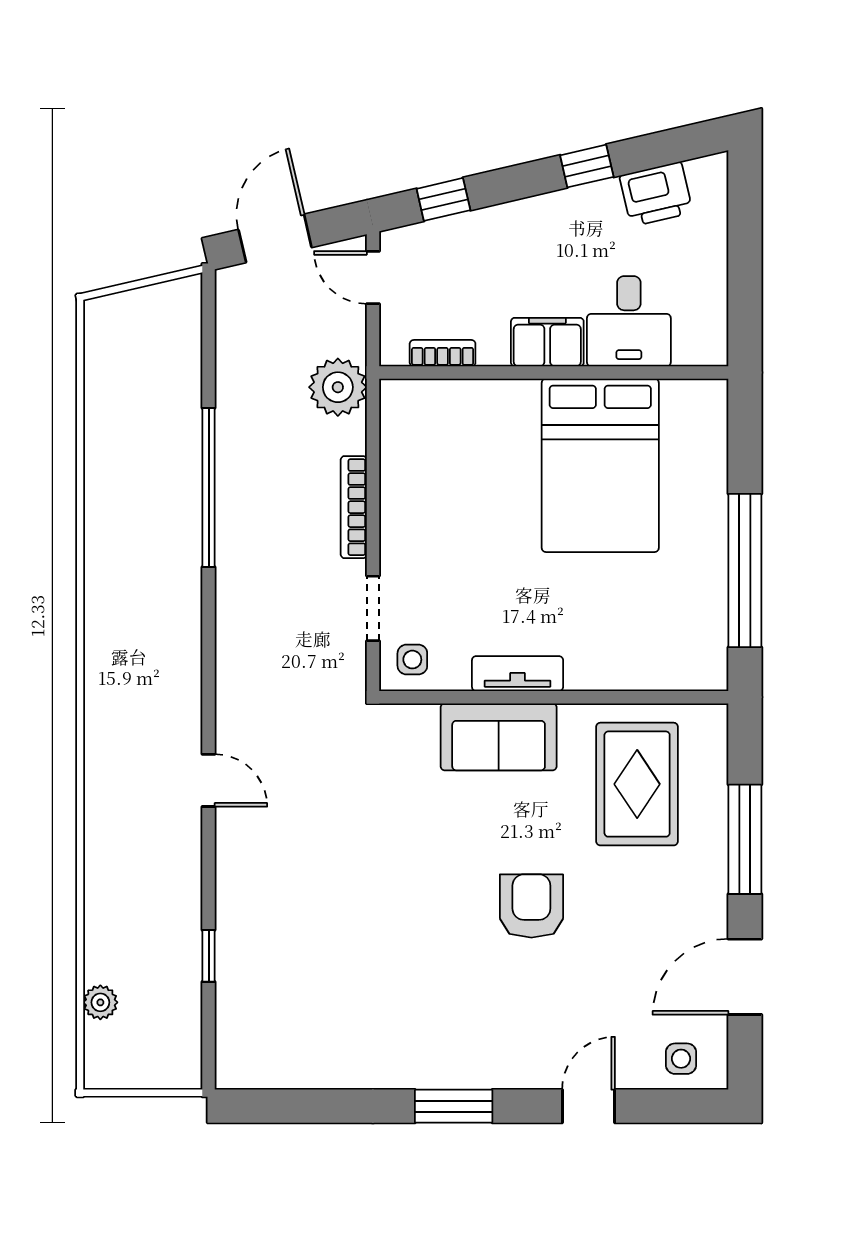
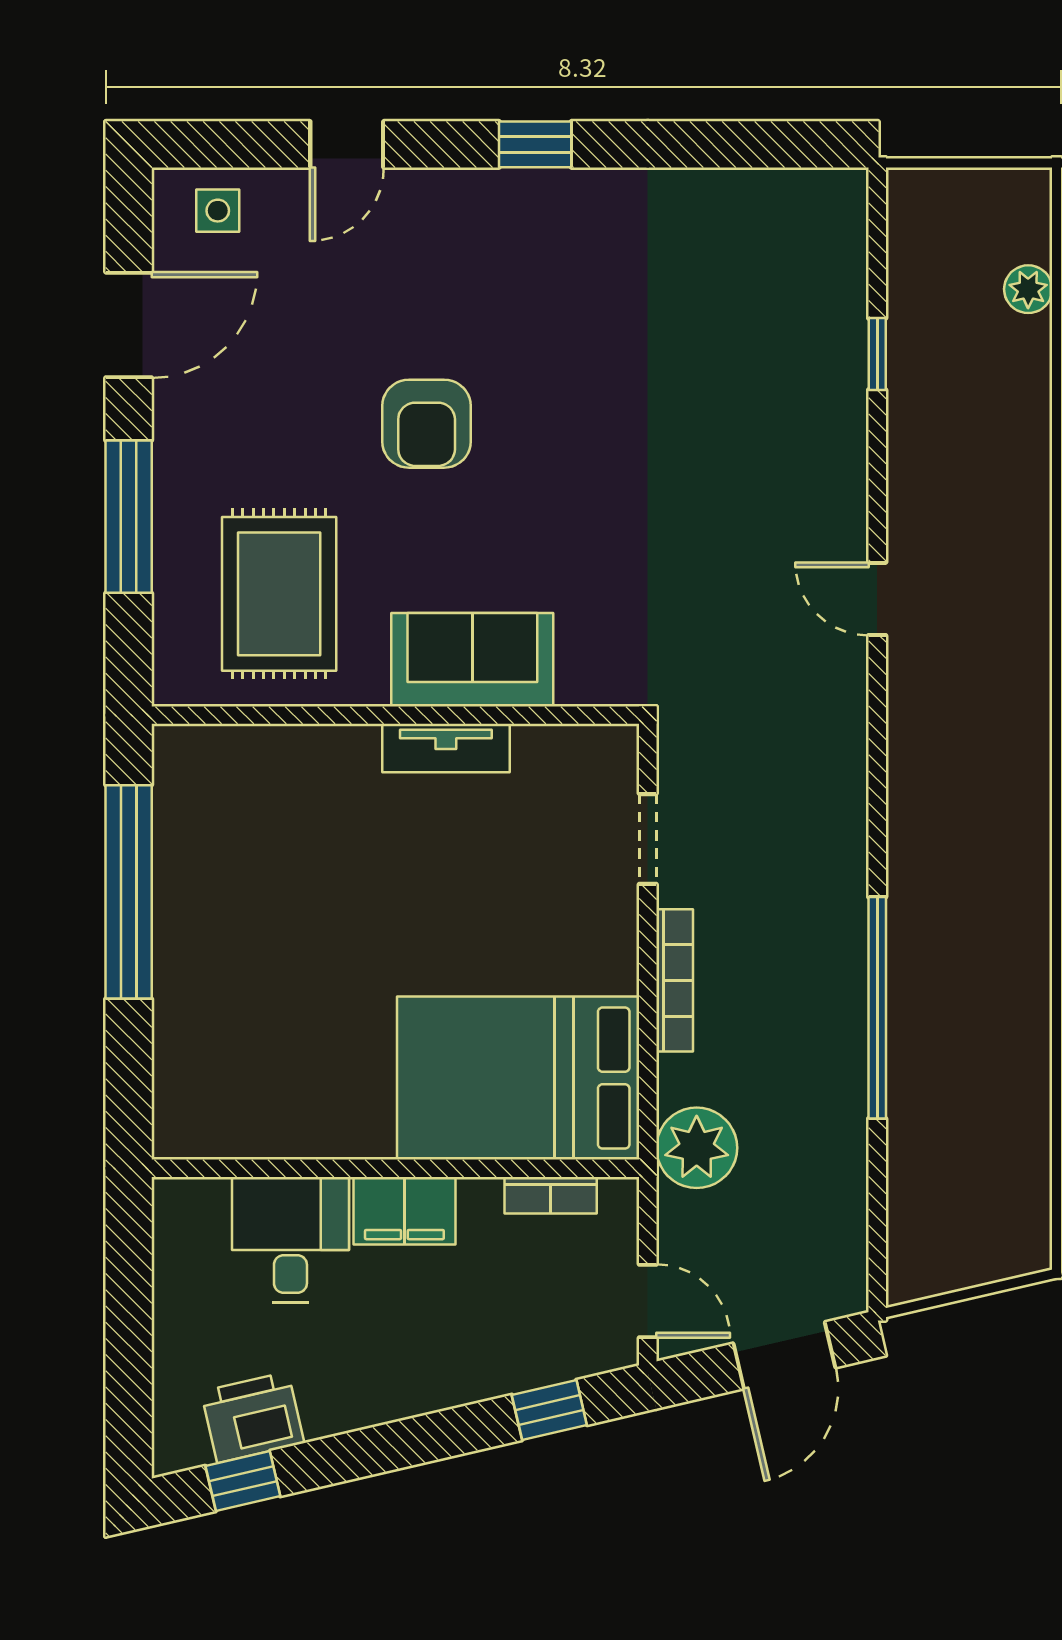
window: (587, 166) -> (243, 1481), moved
bed: (600, 465) -> (518, 1078), moved, turned -90
side table: (412, 660) -> (593, 768), removed
window: (454, 1106) -> (535, 144), width x0.67

